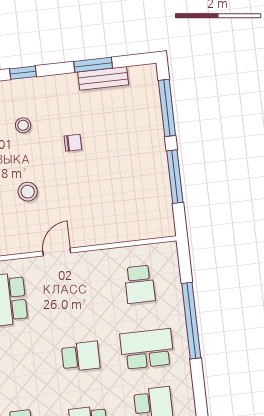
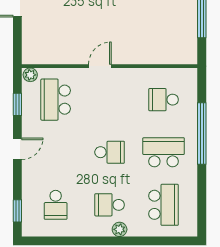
stool: (28, 192) -> (82, 15), removed
school desk: (140, 284) -> (164, 100), turned 90

